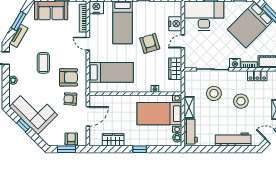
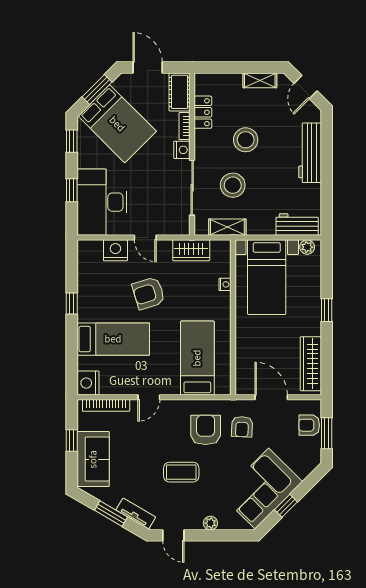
shelving: (189, 107) -> (227, 227), moved
wardrobe: (113, 140) -> (311, 364), width x1.50

